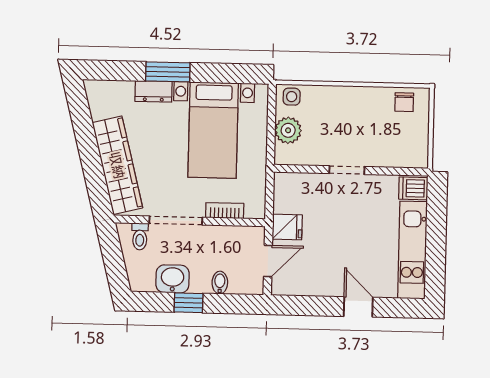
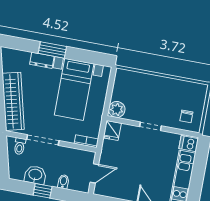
side table: (292, 97) -> (124, 77), removed
chair: (404, 102) -> (186, 116), moved
plant: (288, 130) -> (117, 109), moved
bookcase: (225, 211) -> (86, 141), moved
fridge: (287, 227) -> (112, 131), moved, turned 90

